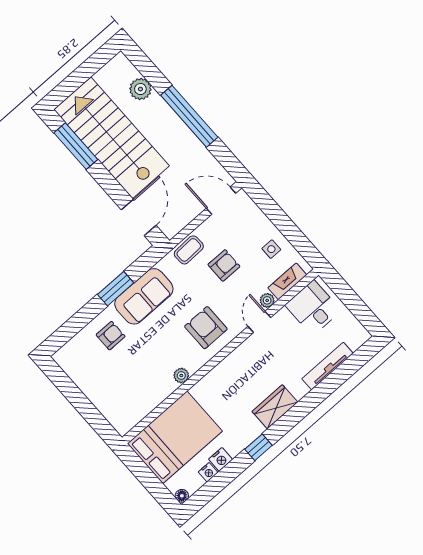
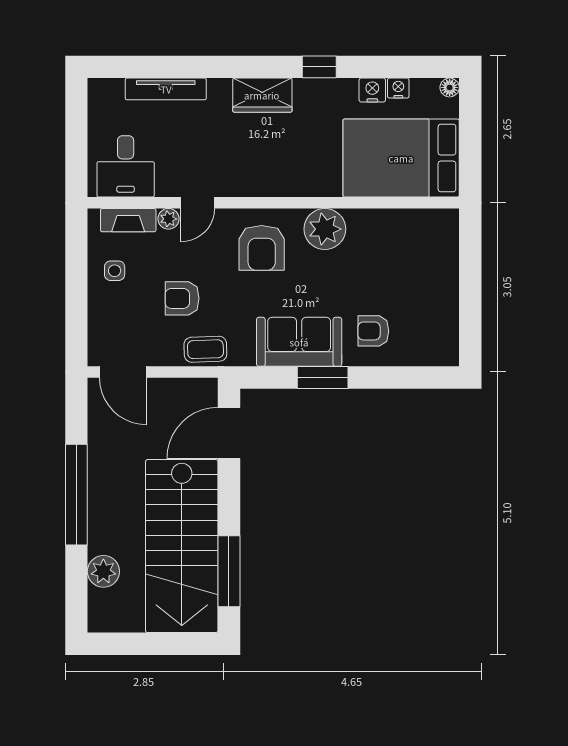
plant: (181, 376) -> (325, 229), width x1.88, depth x1.88

